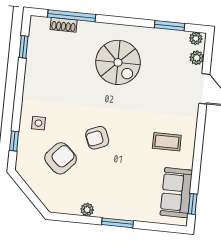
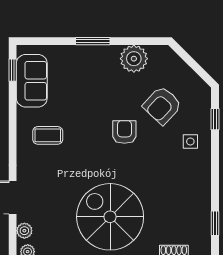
spiral stairs: (118, 62) -> (110, 217), width x1.37, depth x1.37
armchair: (97, 138) -> (124, 132), turned -68
plant: (87, 210) -> (134, 59), width x1.88, depth x1.88

